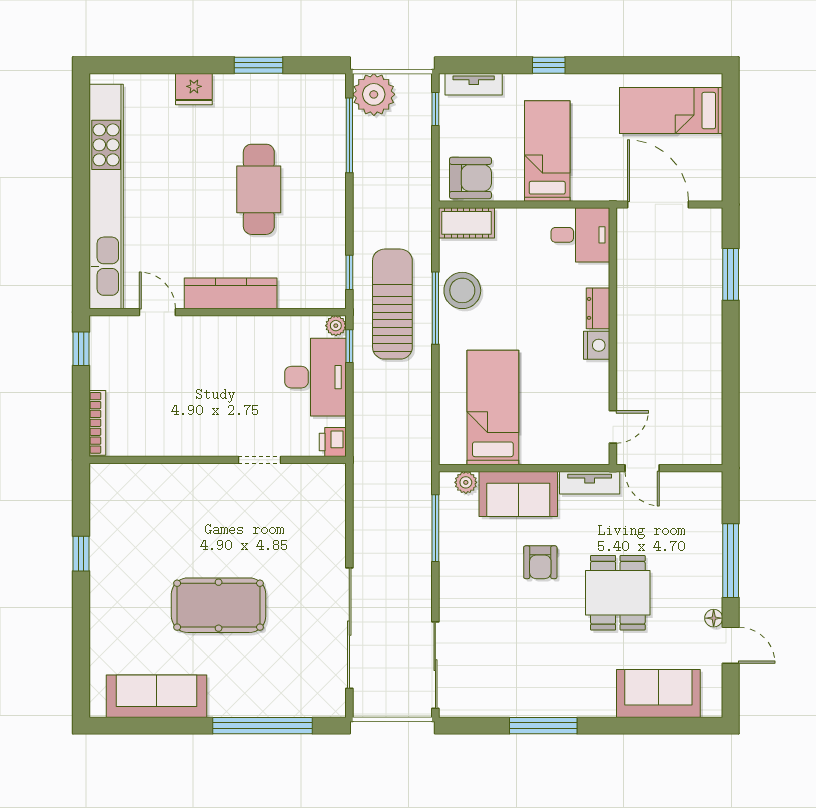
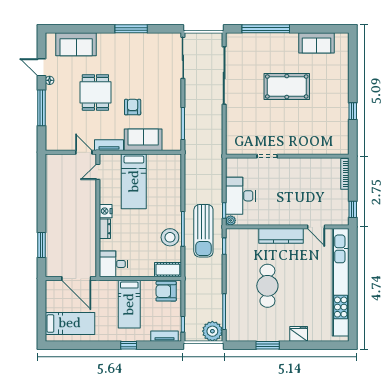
bed: (493, 407) -> (134, 181), moved
printer: (333, 442) -> (232, 165), removed
plant: (466, 482) -> (168, 145), removed
sofa: (156, 696) -> (316, 43), width x0.73

